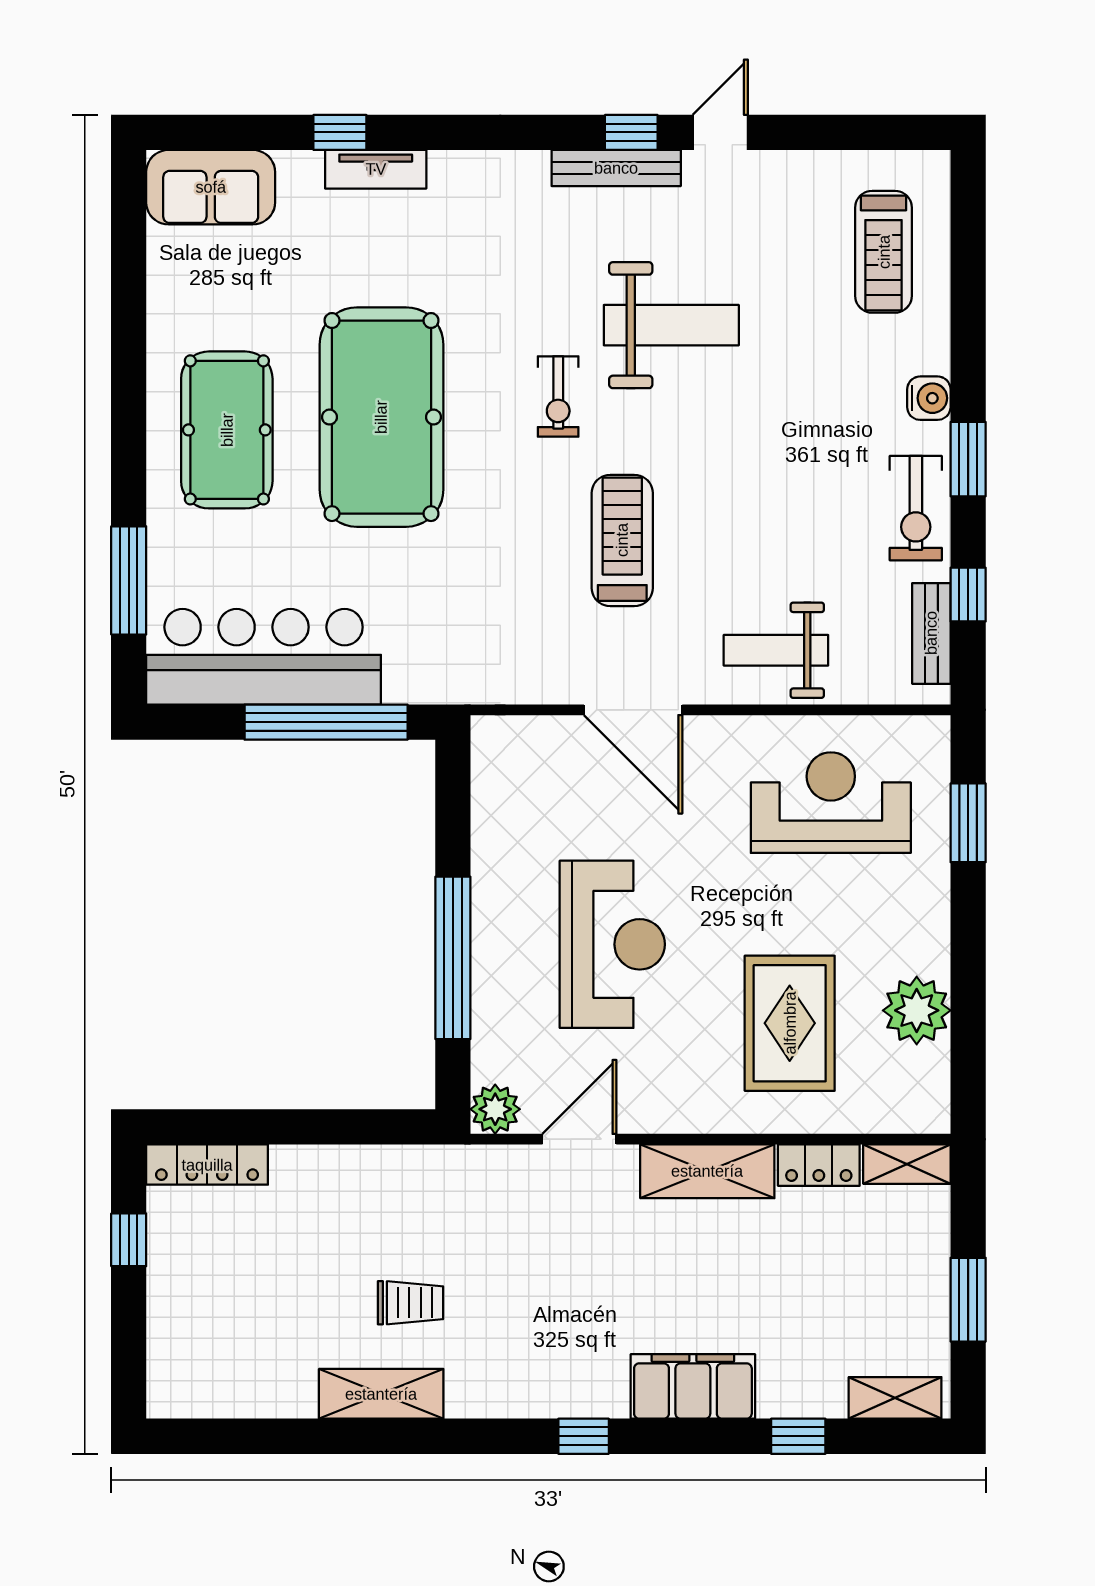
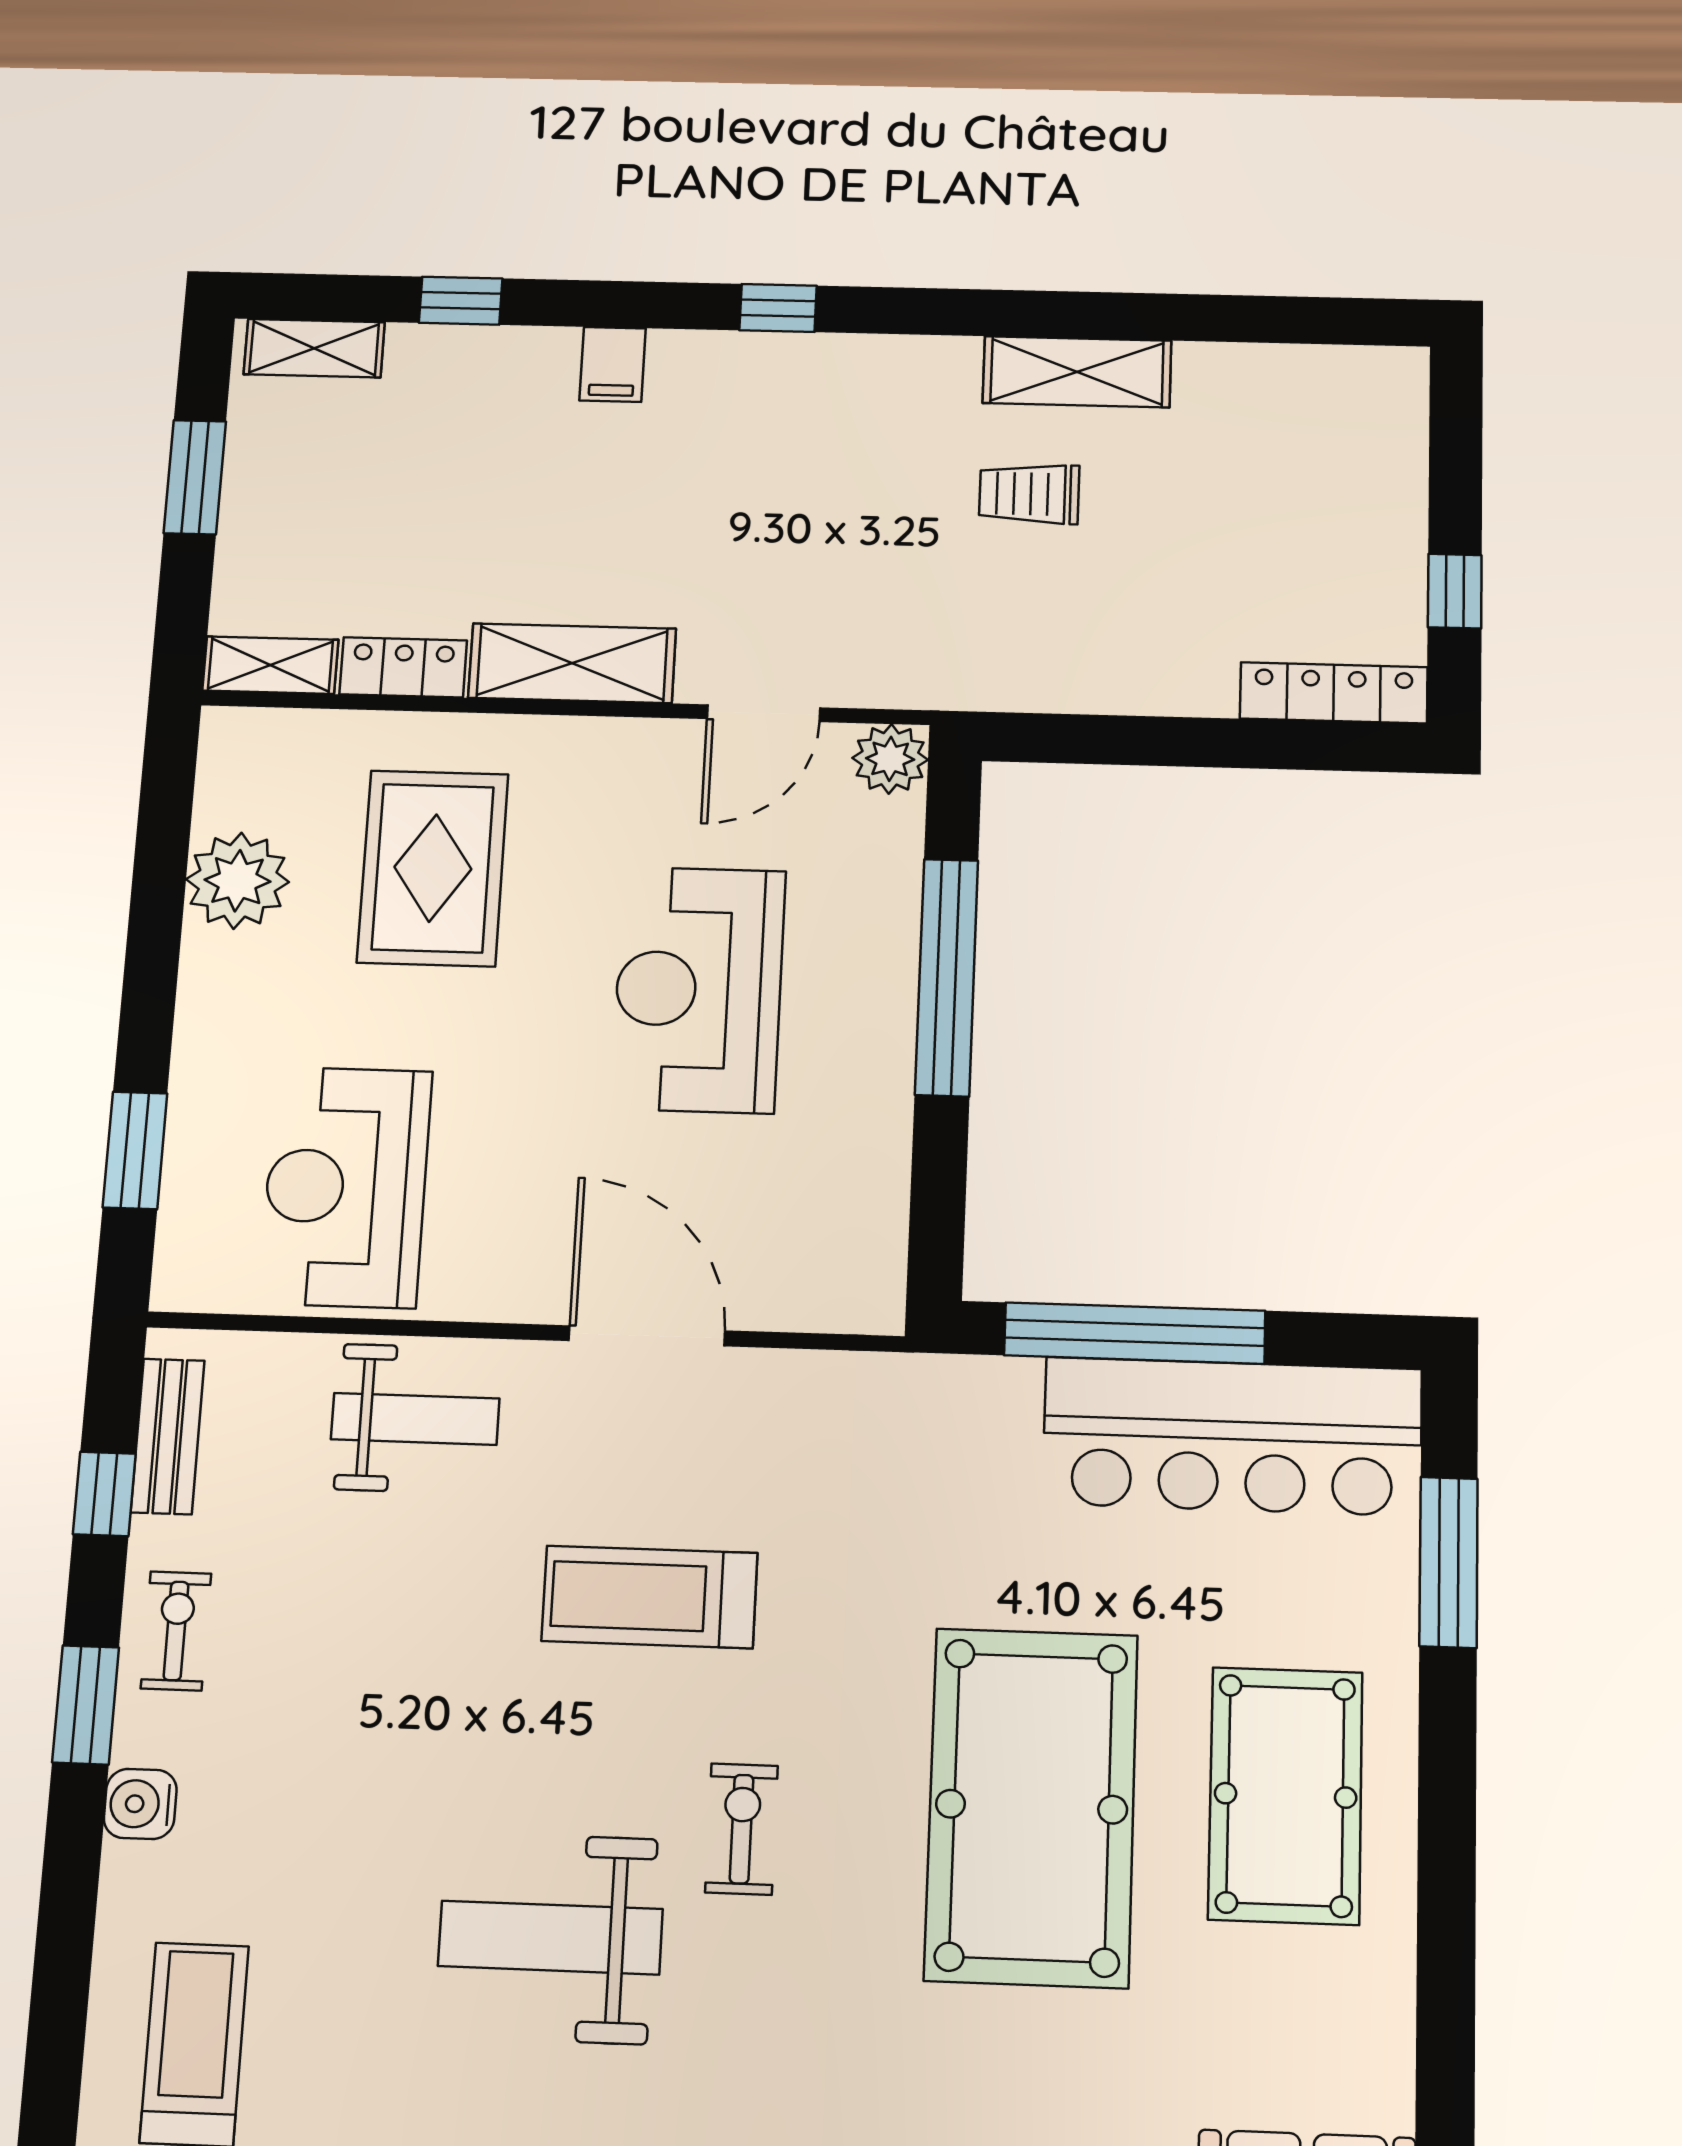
exercise bike: (916, 508) -> (176, 1631), width x0.73, depth x0.72
treadmill: (622, 540) -> (650, 1597), turned 90
reception desk: (831, 803) -> (346, 1187), turned 90
filing cabinet: (693, 1386) -> (613, 364), width x0.33, depth x0.86

